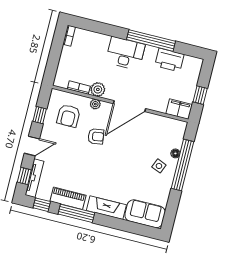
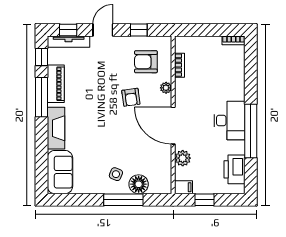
desk: (125, 53) -> (230, 121), moved
printer: (169, 60) -> (234, 169), moved
plant: (98, 89) -> (183, 158), moved
filing cabinet: (179, 109) -> (183, 187), width x0.50
door: (32, 146) -> (103, 30), swing flipped
floor lamp: (175, 153) -> (139, 184), width x1.89, depth x1.89
window: (183, 165) -> (123, 200), width x0.68

